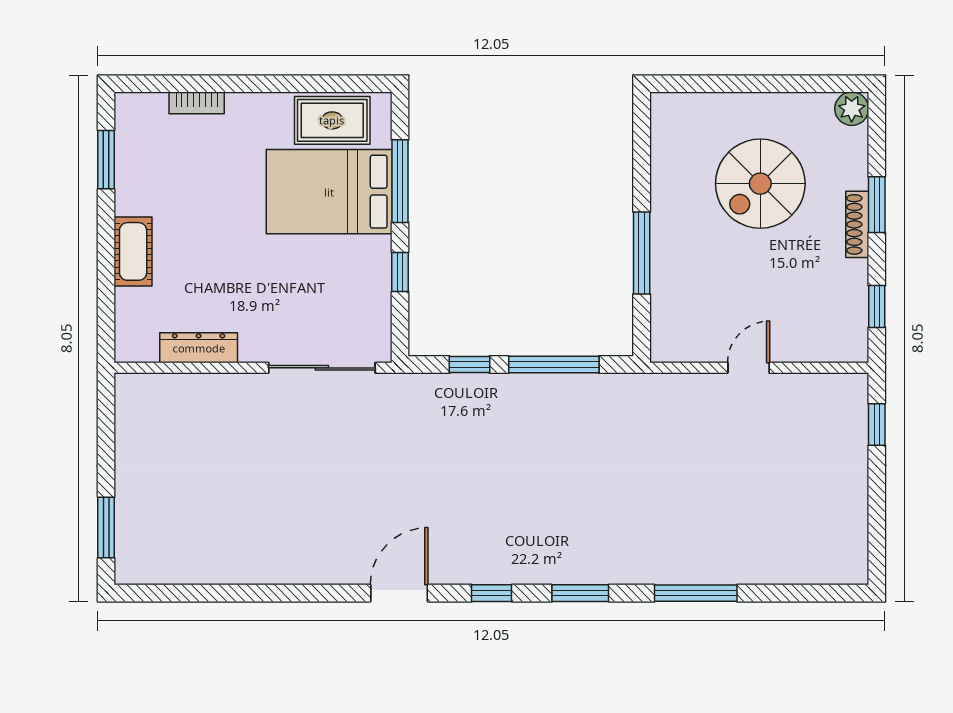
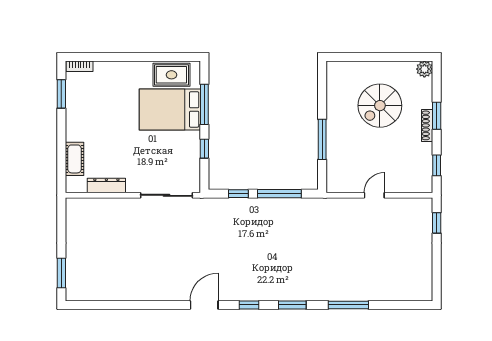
bookcase: (197, 103) -> (80, 66), moved
cot: (133, 251) -> (74, 159), moved

